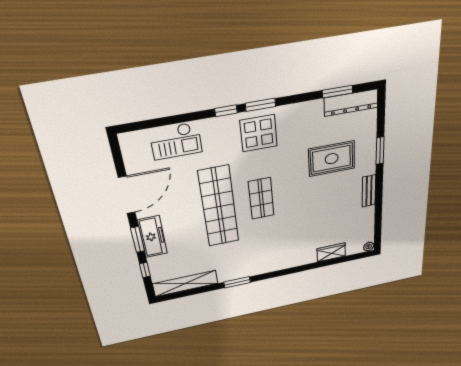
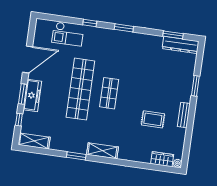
window: (226, 111) -> (90, 23), moved
display table: (259, 133) -> (118, 46), removed
rug: (332, 159) -> (153, 119), moved, width x0.73, depth x0.70
wardrobe: (331, 252) -> (162, 159), moved
shelving: (270, 266) -> (102, 151), added
shelving: (185, 284) -> (34, 141), width x0.68

